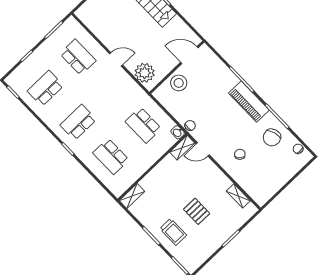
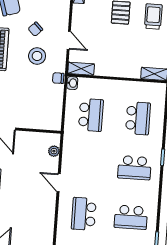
plant: (145, 73) -> (54, 151), width x0.53, depth x0.53
stool: (179, 83) -> (37, 56), moved
door: (203, 149) -> (69, 40), moved
chair: (240, 154) -> (35, 29), moved

